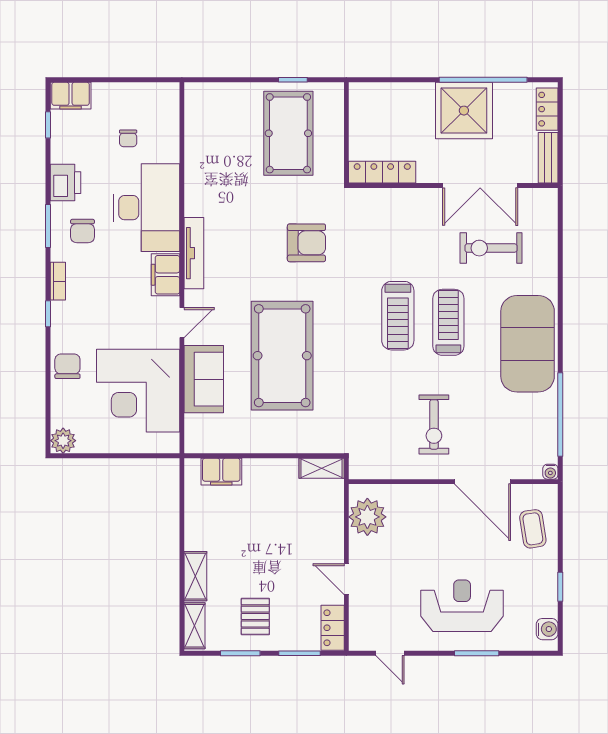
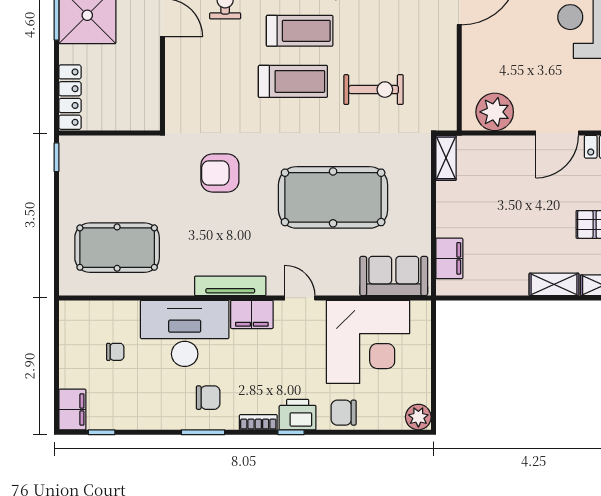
window: (293, 80) -> (56, 157), moved
pool table: (288, 133) -> (117, 248), moved
locker: (382, 172) -> (70, 97), moved, turned 180
printer: (65, 183) -> (298, 415), moved
armchair: (306, 243) -> (220, 173), turned -90
treadmill: (448, 322) -> (300, 31), turned 180
sofa: (204, 379) -> (394, 276), moved
exercise bike: (434, 424) -> (374, 90), moved
door: (346, 579) -> (557, 133), width x1.38

